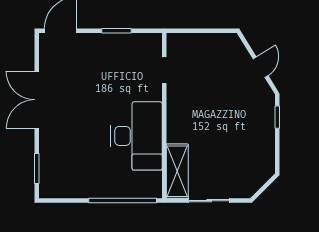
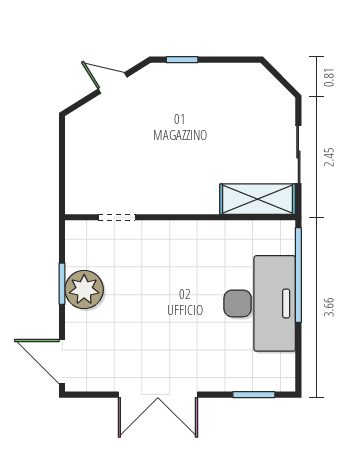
plant: (112, 47) -> (84, 290), added
desk: (136, 136) -> (260, 303), moved, turned 90

